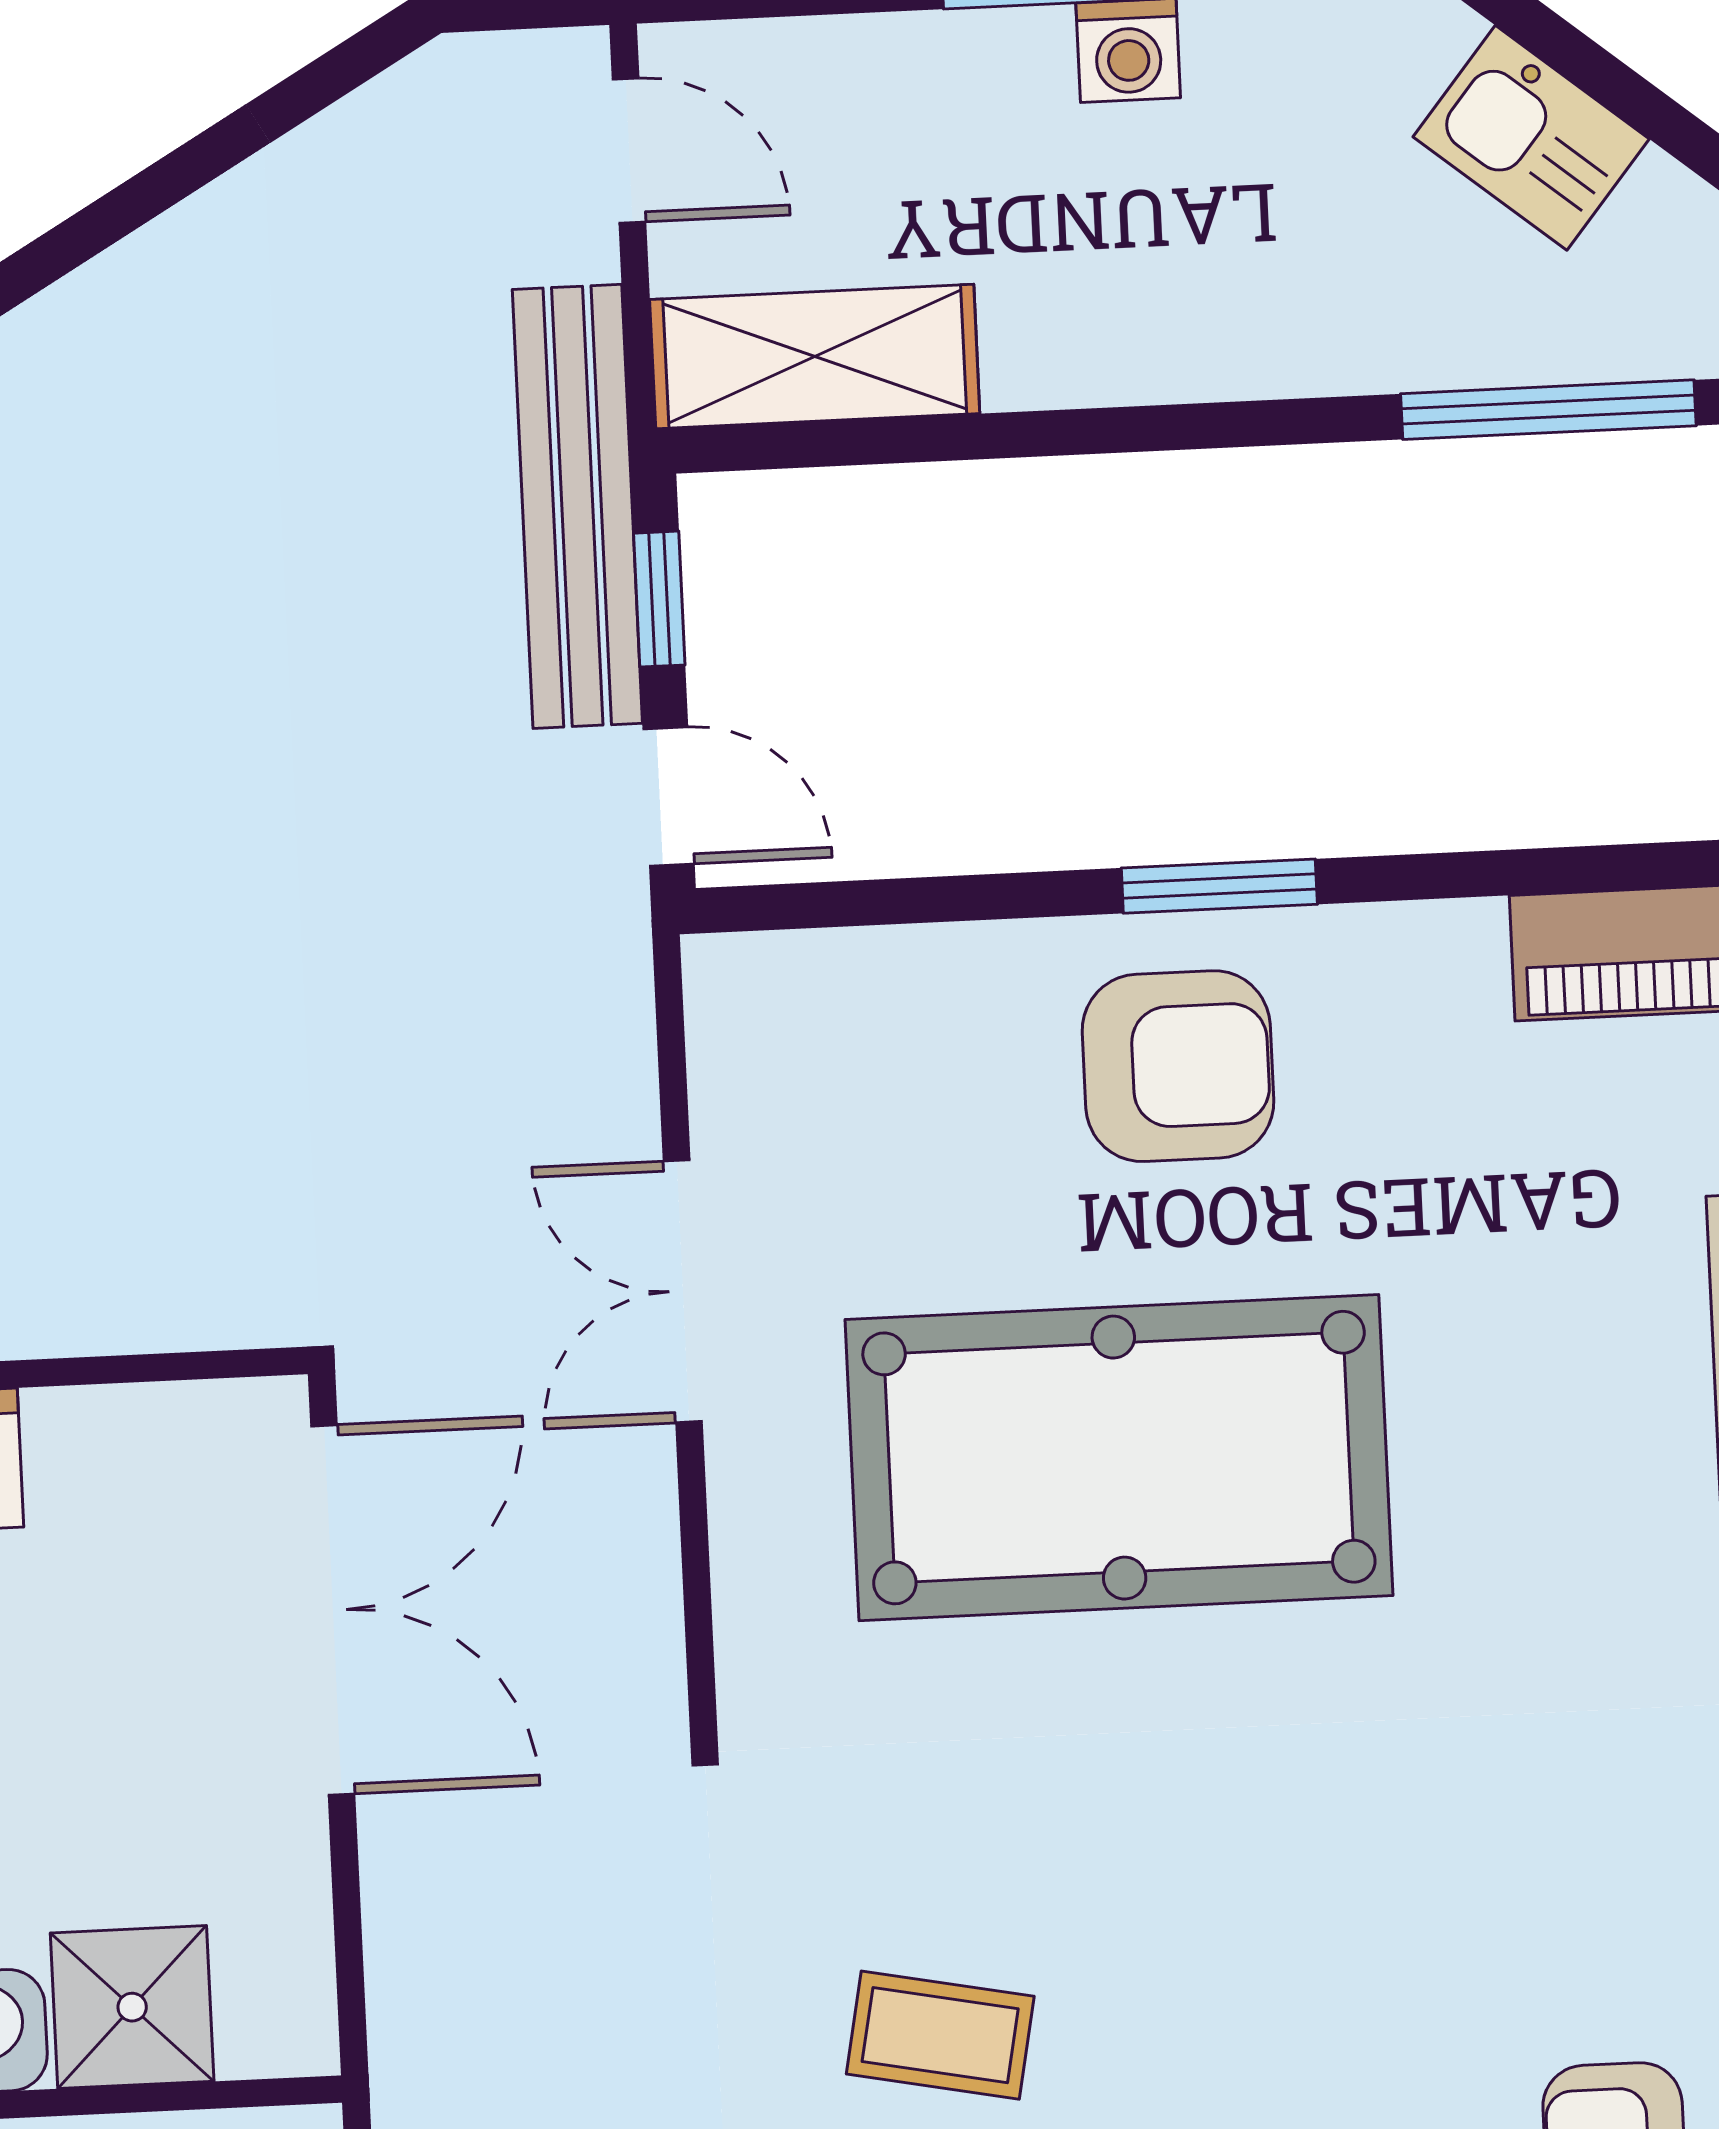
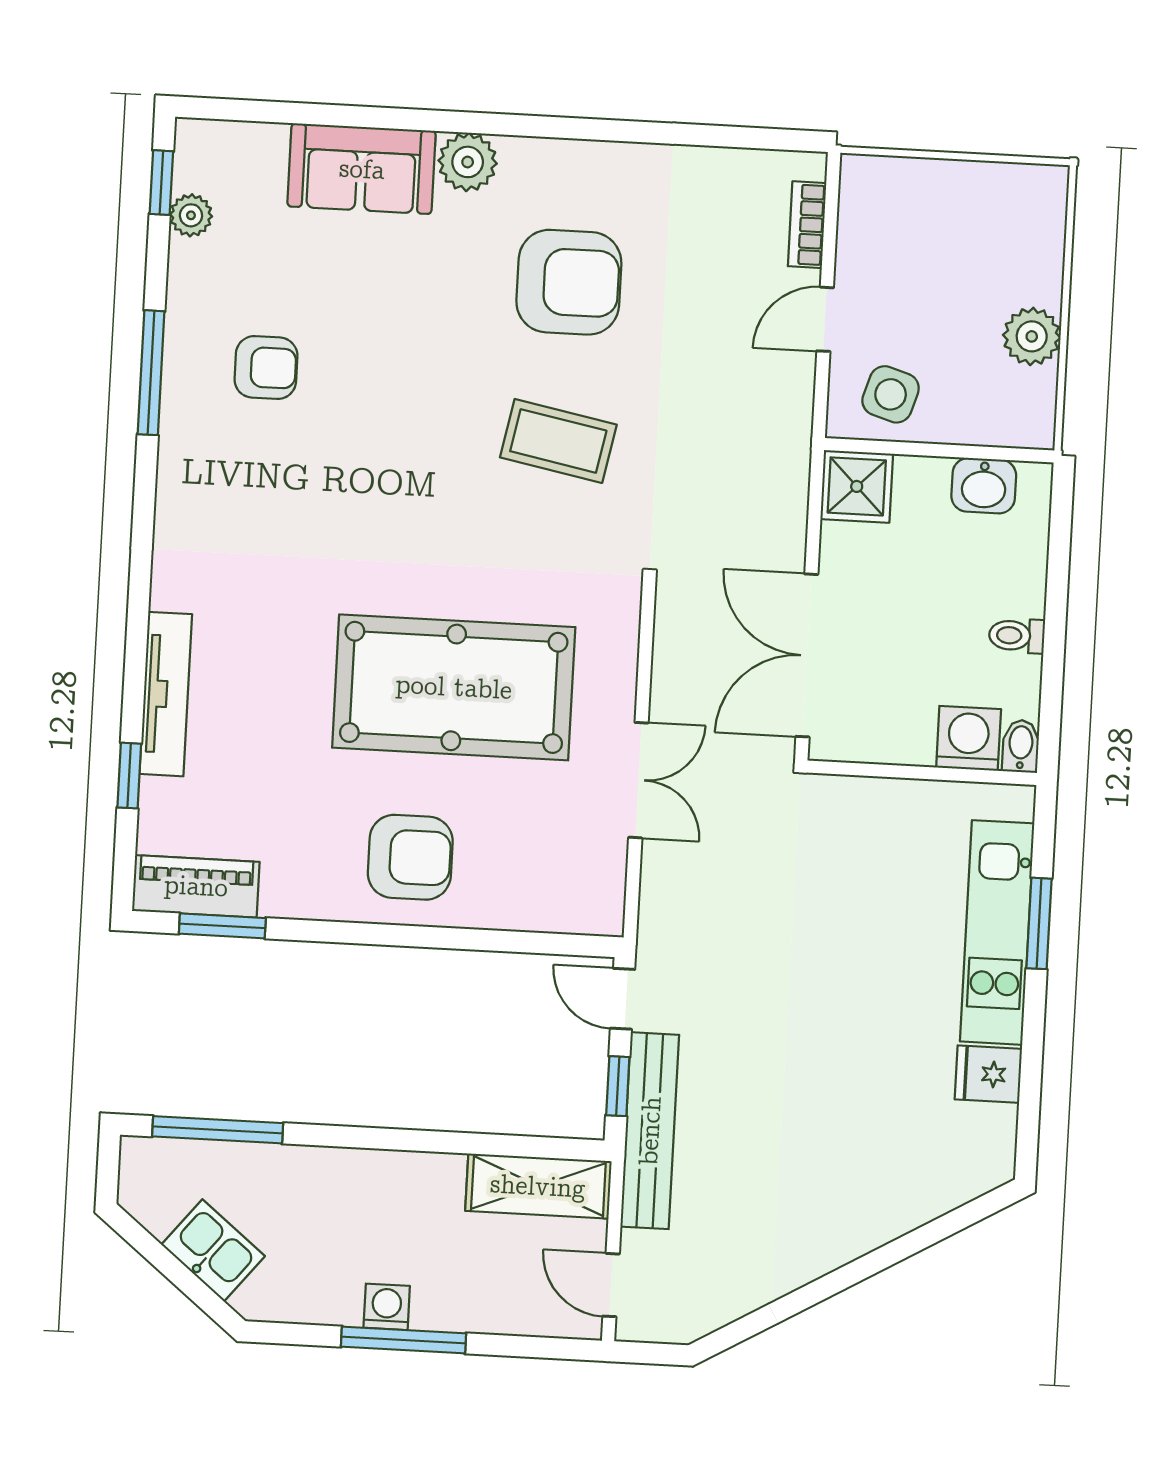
window: (1219, 886) -> (222, 926), moved
armchair: (1178, 1066) -> (410, 857), turned 180
shower: (132, 2007) -> (857, 486), moved
coffee table: (940, 2035) -> (558, 441), width x1.36, depth x1.30

